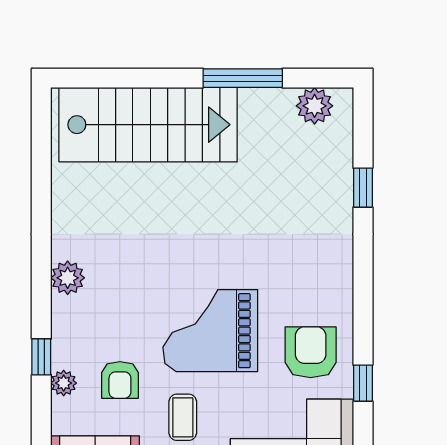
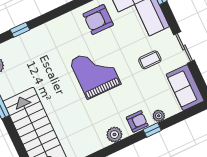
grand piano: (210, 331) -> (95, 72), moved, turned 180
armchair: (120, 380) -> (137, 121), moved

